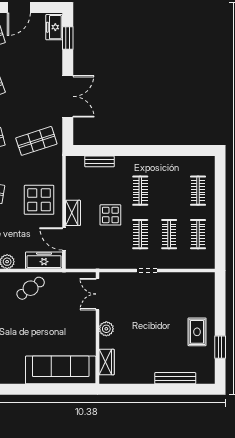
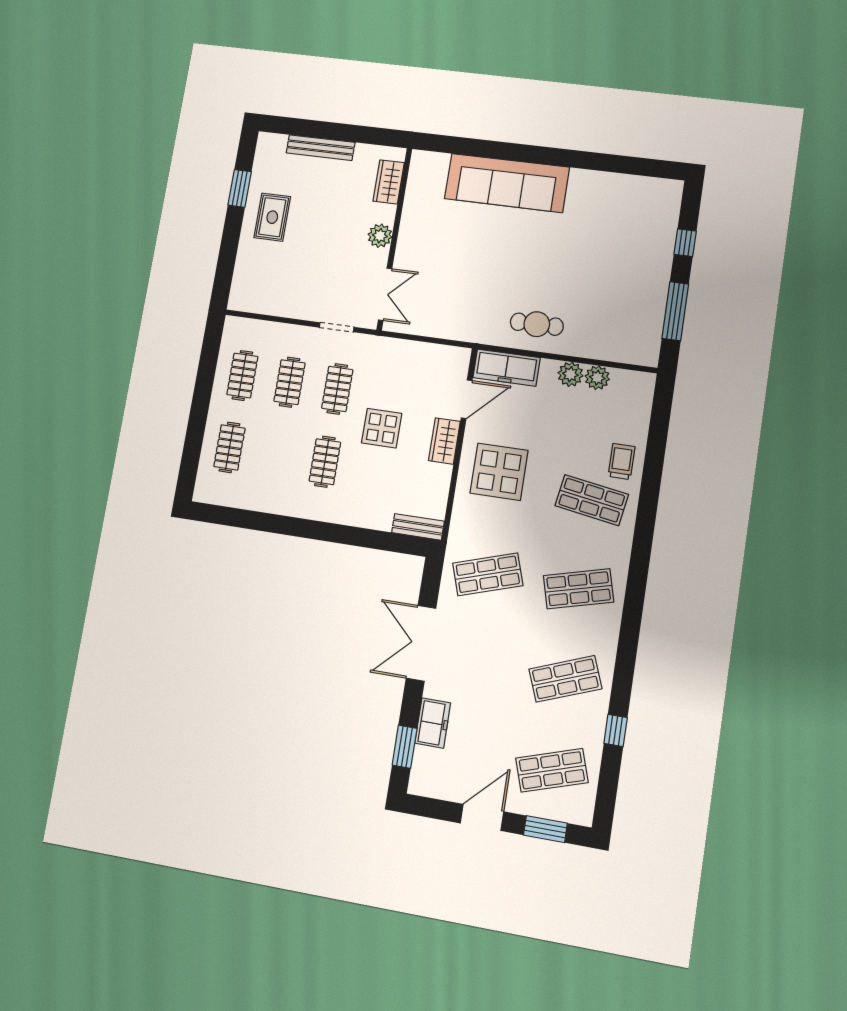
freezer: (54, 27) -> (433, 723), moved
bench: (99, 161) -> (418, 527), moved
door: (64, 239) -> (467, 399), hinge flipped
cafe table: (31, 288) -> (537, 324), turned 35
double door: (97, 294) -> (385, 294), moved
wall: (97, 328) -> (394, 239), moved
plant: (106, 329) -> (380, 236), moved
wardrobe: (107, 362) -> (389, 182), moved

